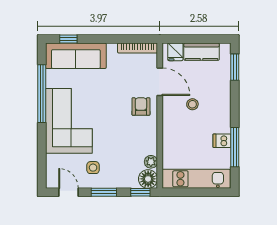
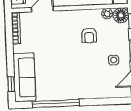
armchair: (141, 106) -> (89, 35), moved, turned -90
corner sofa: (69, 121) -> (77, 81), removed

